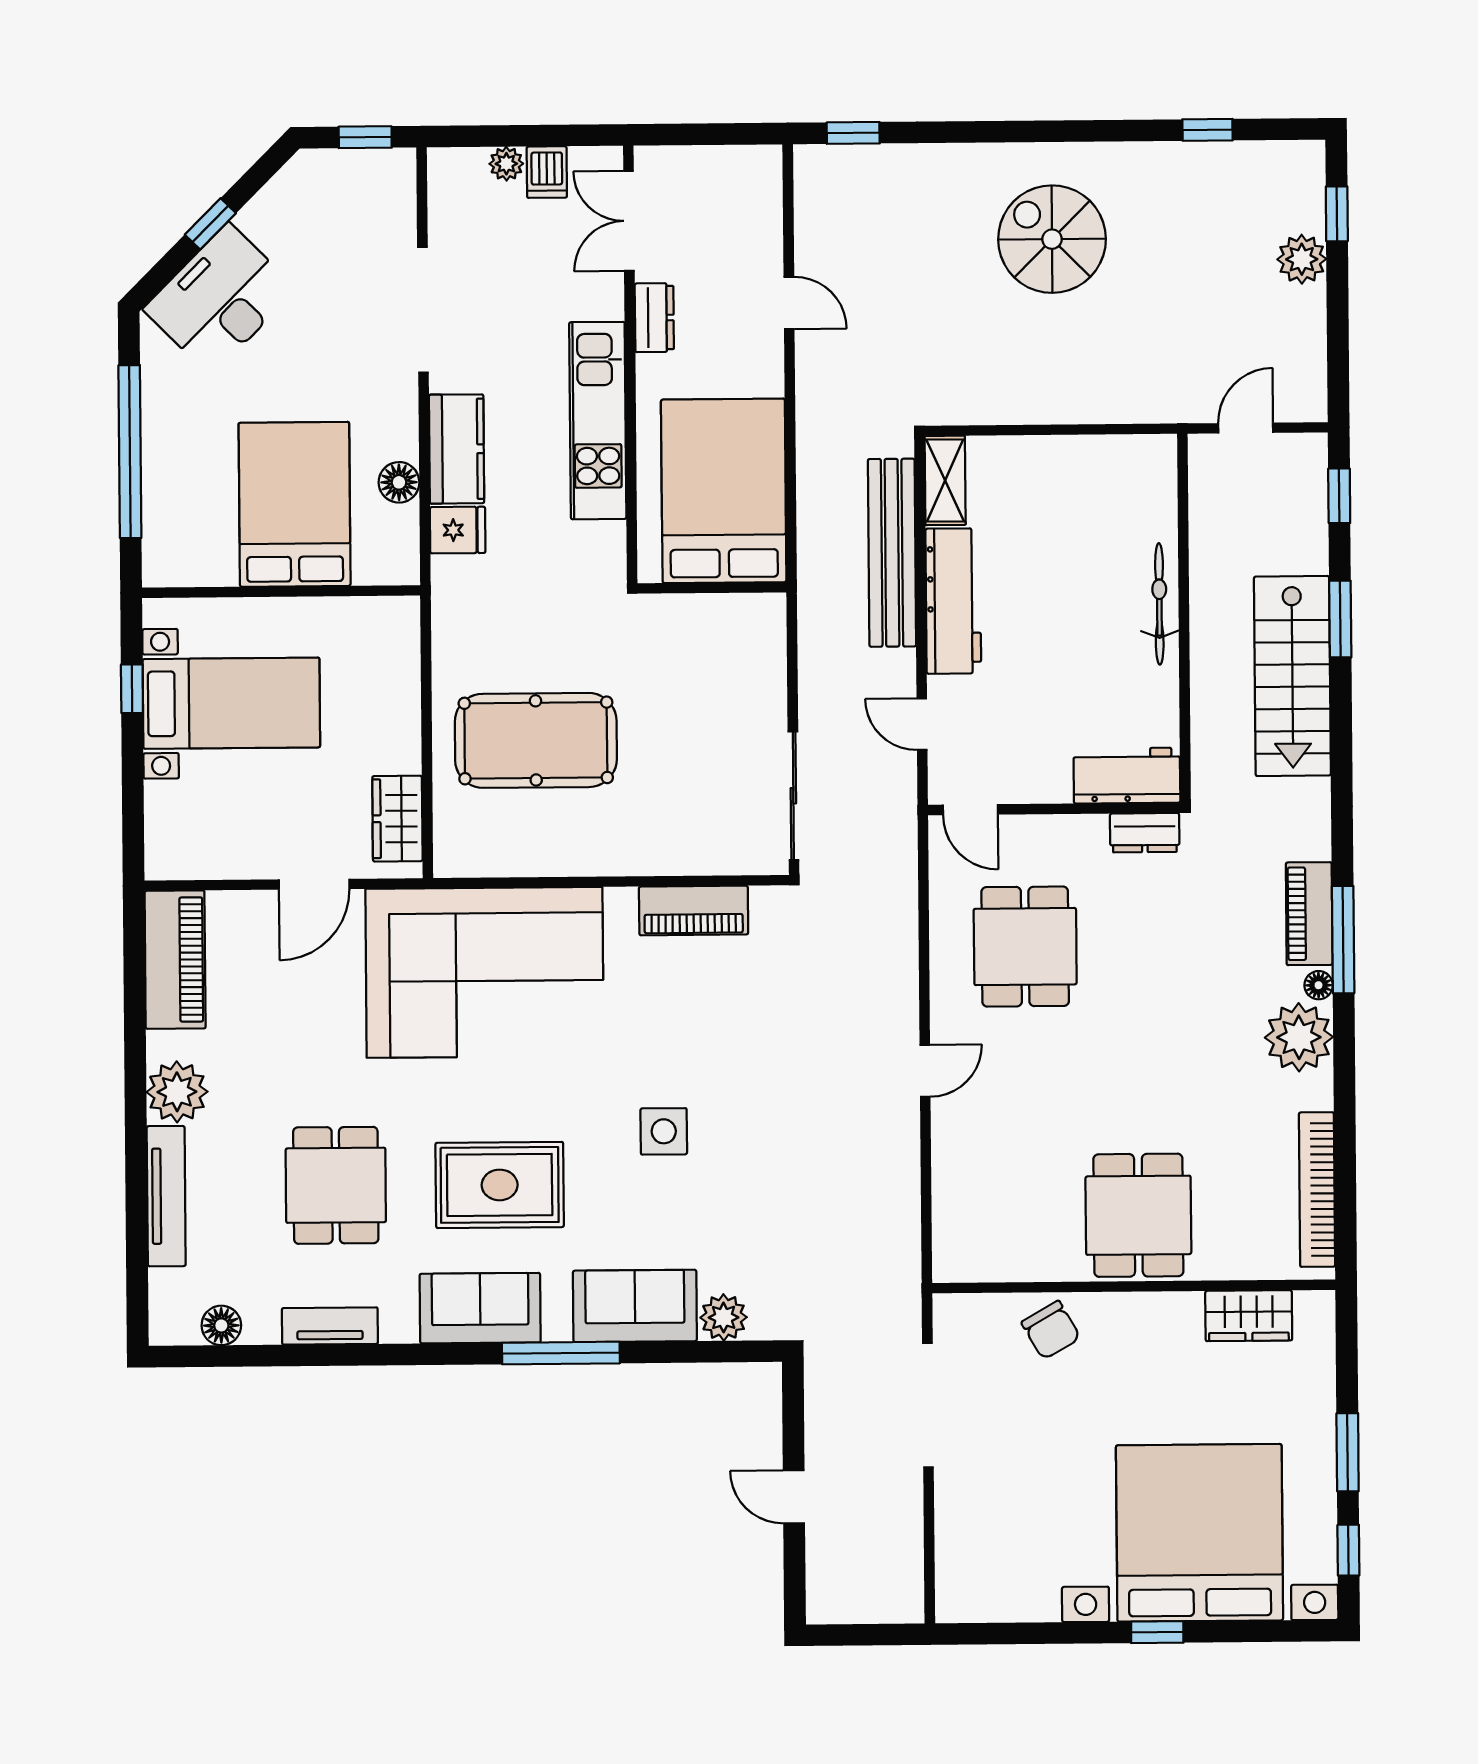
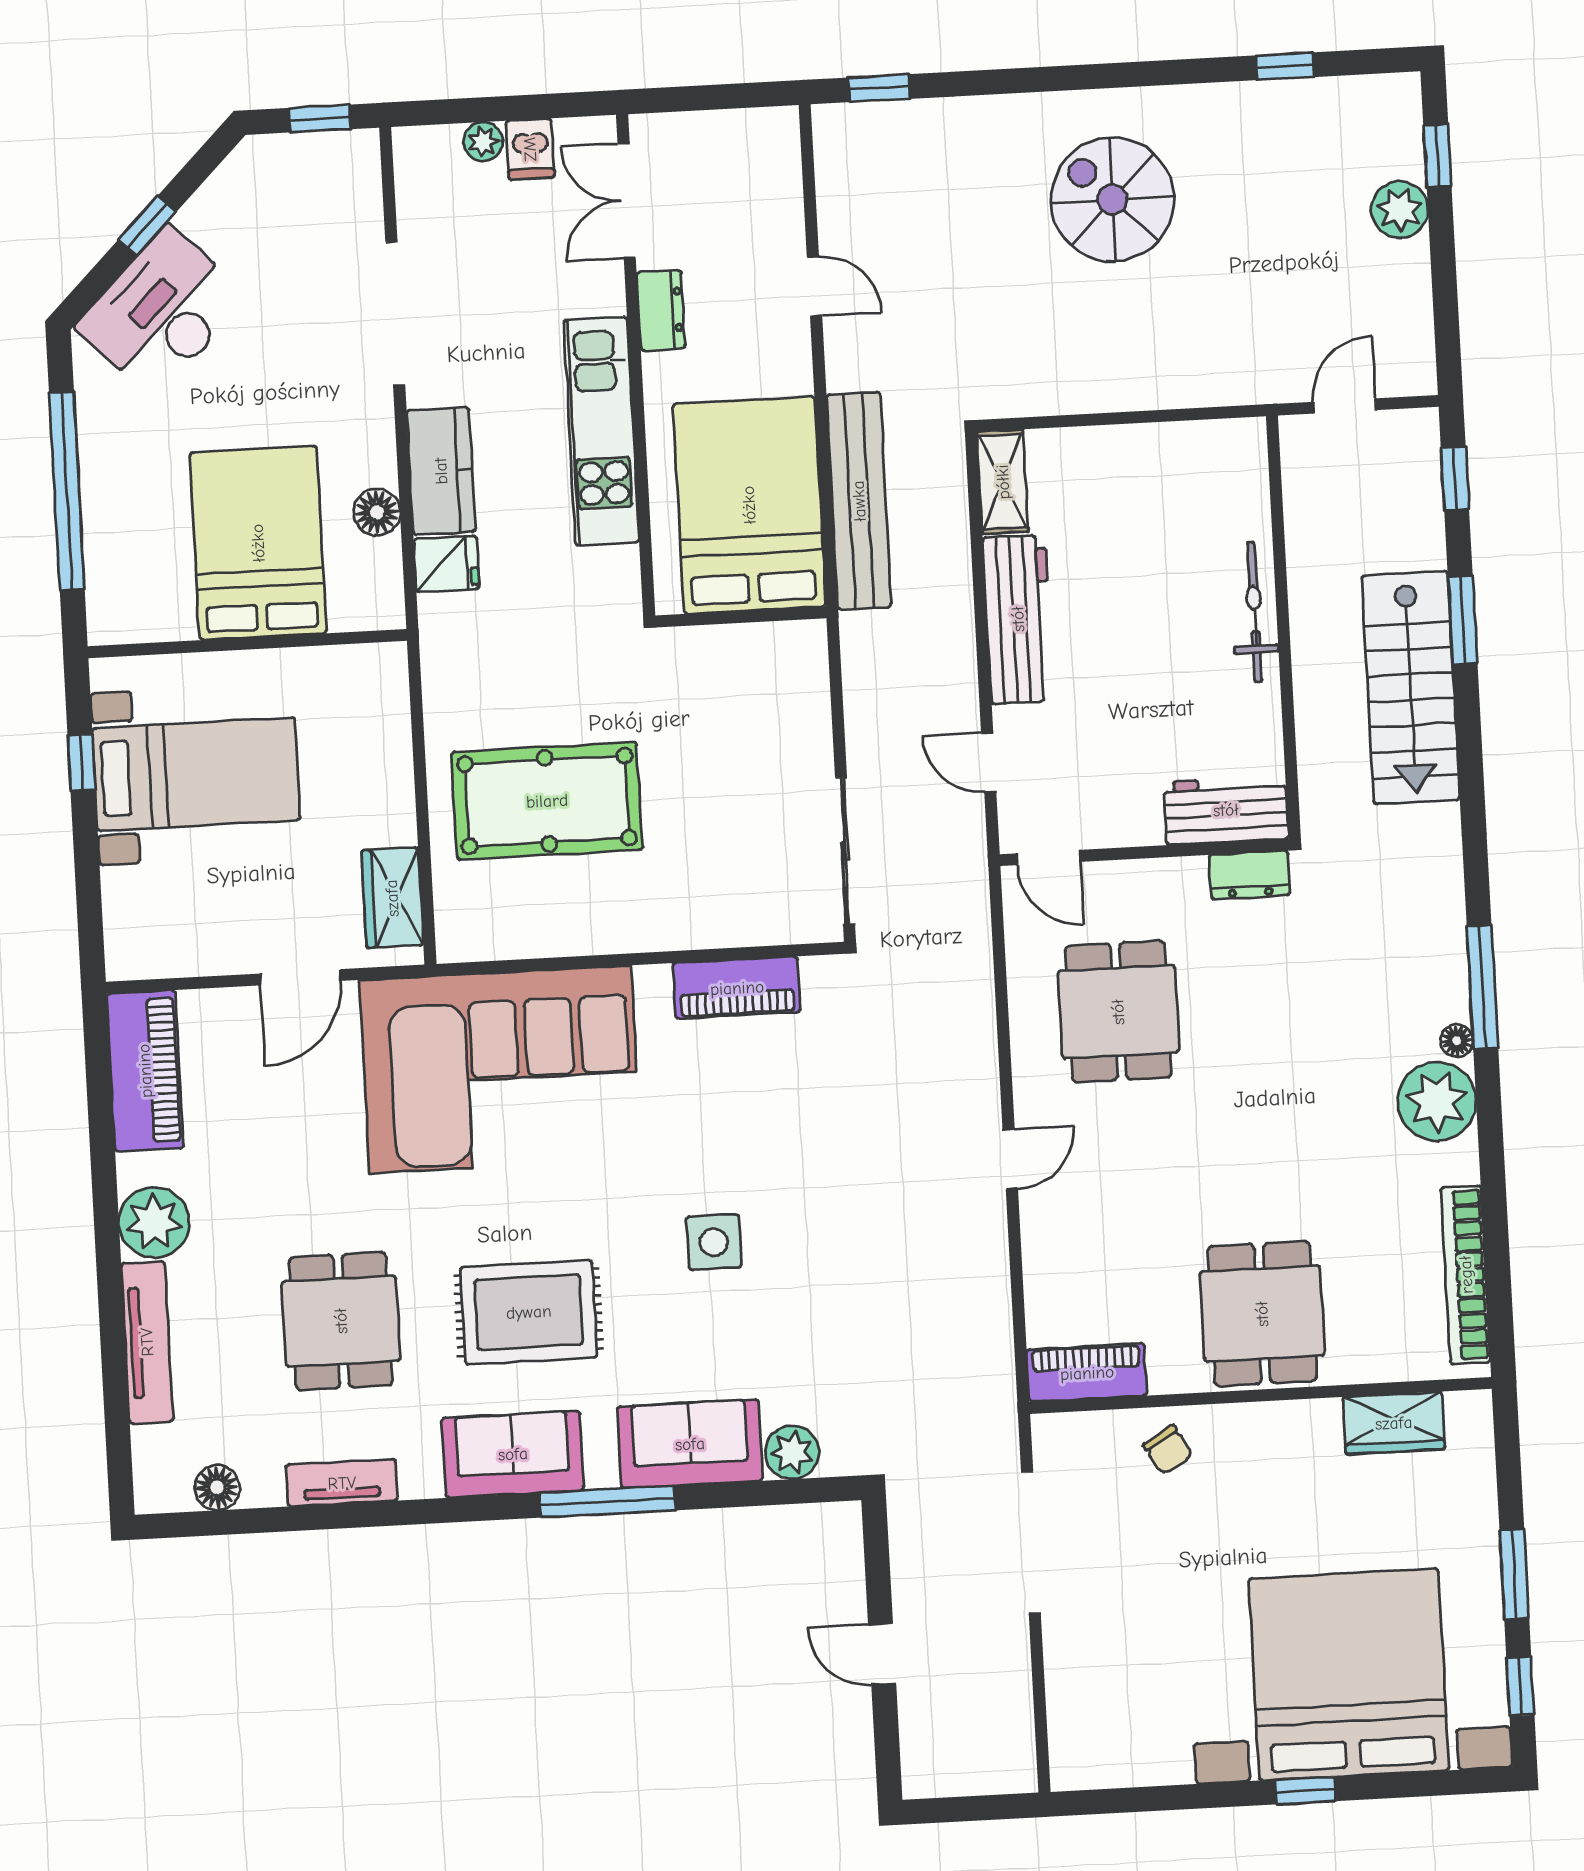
bench: (892, 553) -> (859, 501), moved
piano: (1309, 914) -> (1087, 1373), moved, turned 90
chair: (1051, 1330) -> (1168, 1450), width x0.73, depth x0.73

